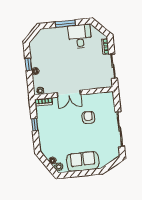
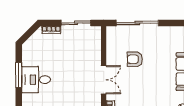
desk: (80, 36) -> (36, 80), moved
sliding door: (120, 129) -> (137, 23), moved

